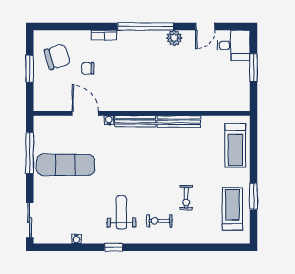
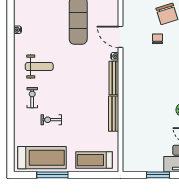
door: (85, 113) -> (121, 37), swing flipped
window: (253, 196) -> (52, 175), width x1.44
treadmill: (232, 209) -> (42, 158), width x1.37, depth x1.38
window: (114, 247) -> (11, 60), removed

